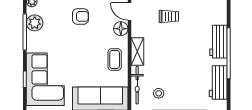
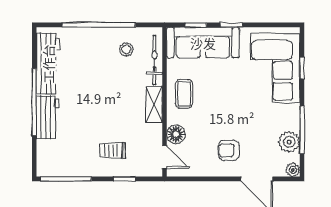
workbench: (218, 83) -> (48, 64), width x1.38

